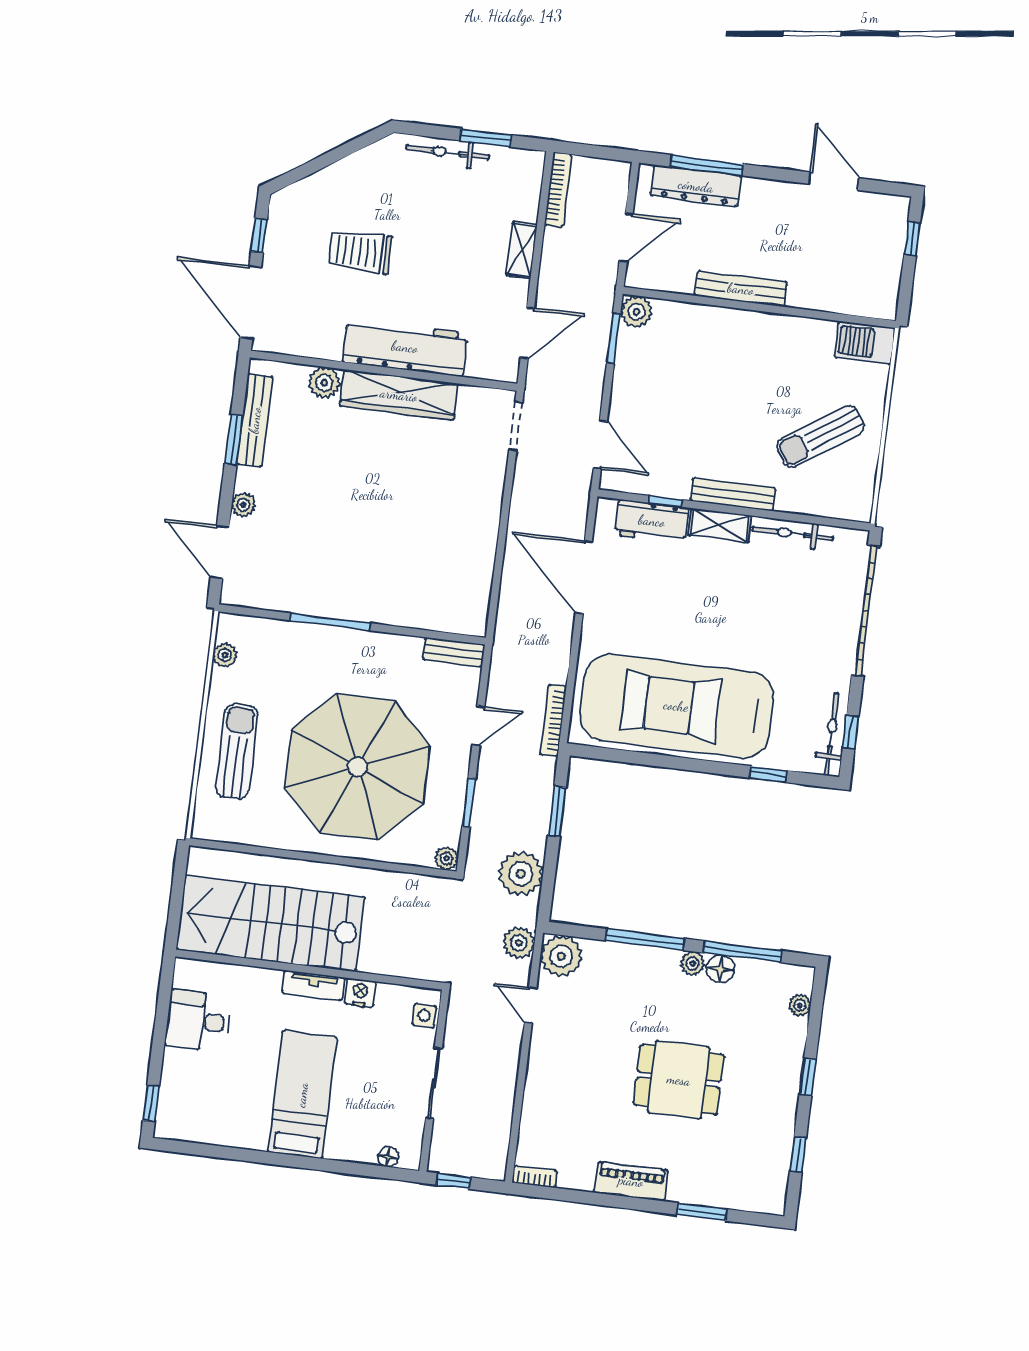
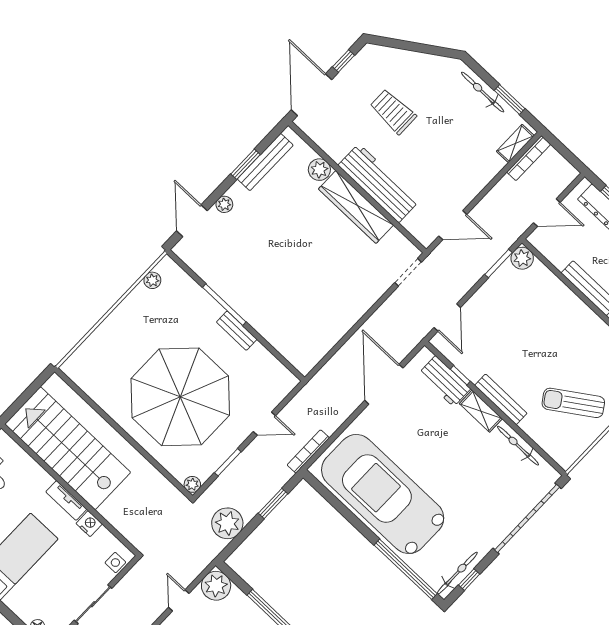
shelving: (522, 250) -> (515, 144), moved
bench: (454, 652) -> (237, 331), moved
sun lounger: (237, 751) -> (120, 339), removed
window: (768, 774) -> (406, 569), width x3.17
plant: (519, 943) -> (198, 561), removed

